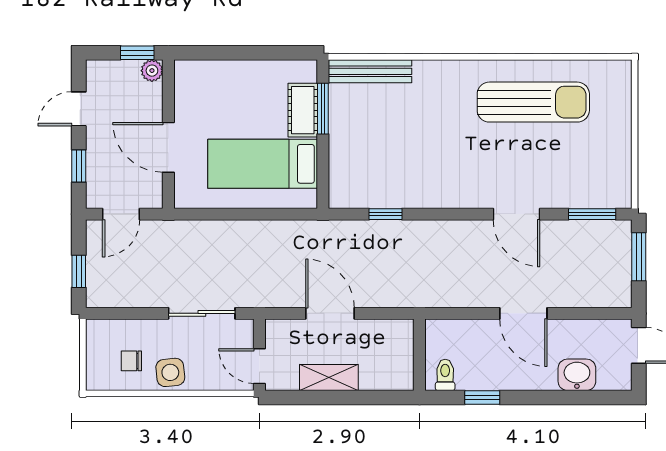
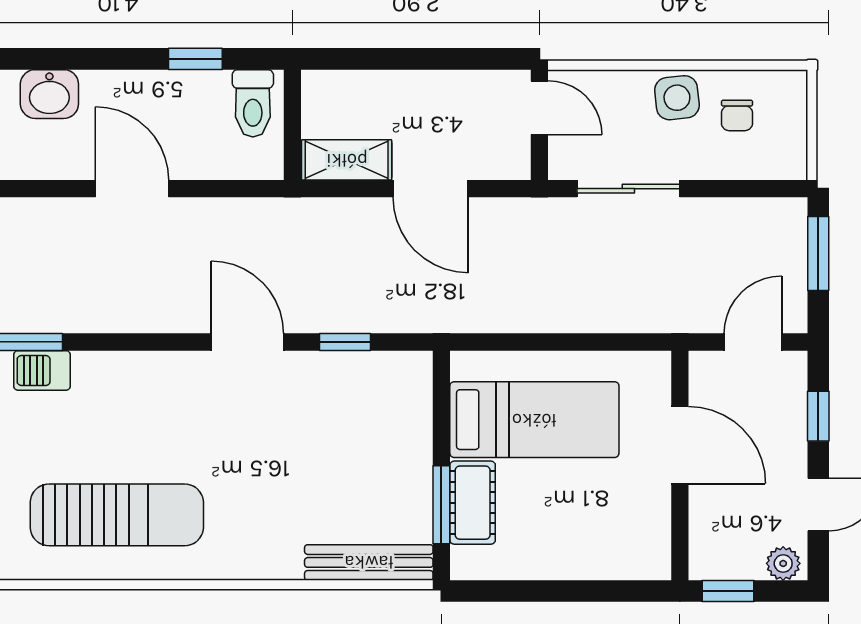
plant: (152, 71) -> (783, 563), moved
sun lounger: (533, 102) -> (117, 515), turned 180
barbecue: (582, 196) -> (42, 370), added
door: (516, 214) -> (247, 342), moved
window: (79, 271) -> (818, 253), width x1.50
chair: (131, 361) -> (737, 115), turned 90
toilet: (445, 375) -> (253, 103), width x1.37, depth x1.39
shelving: (329, 378) -> (347, 160), moved

